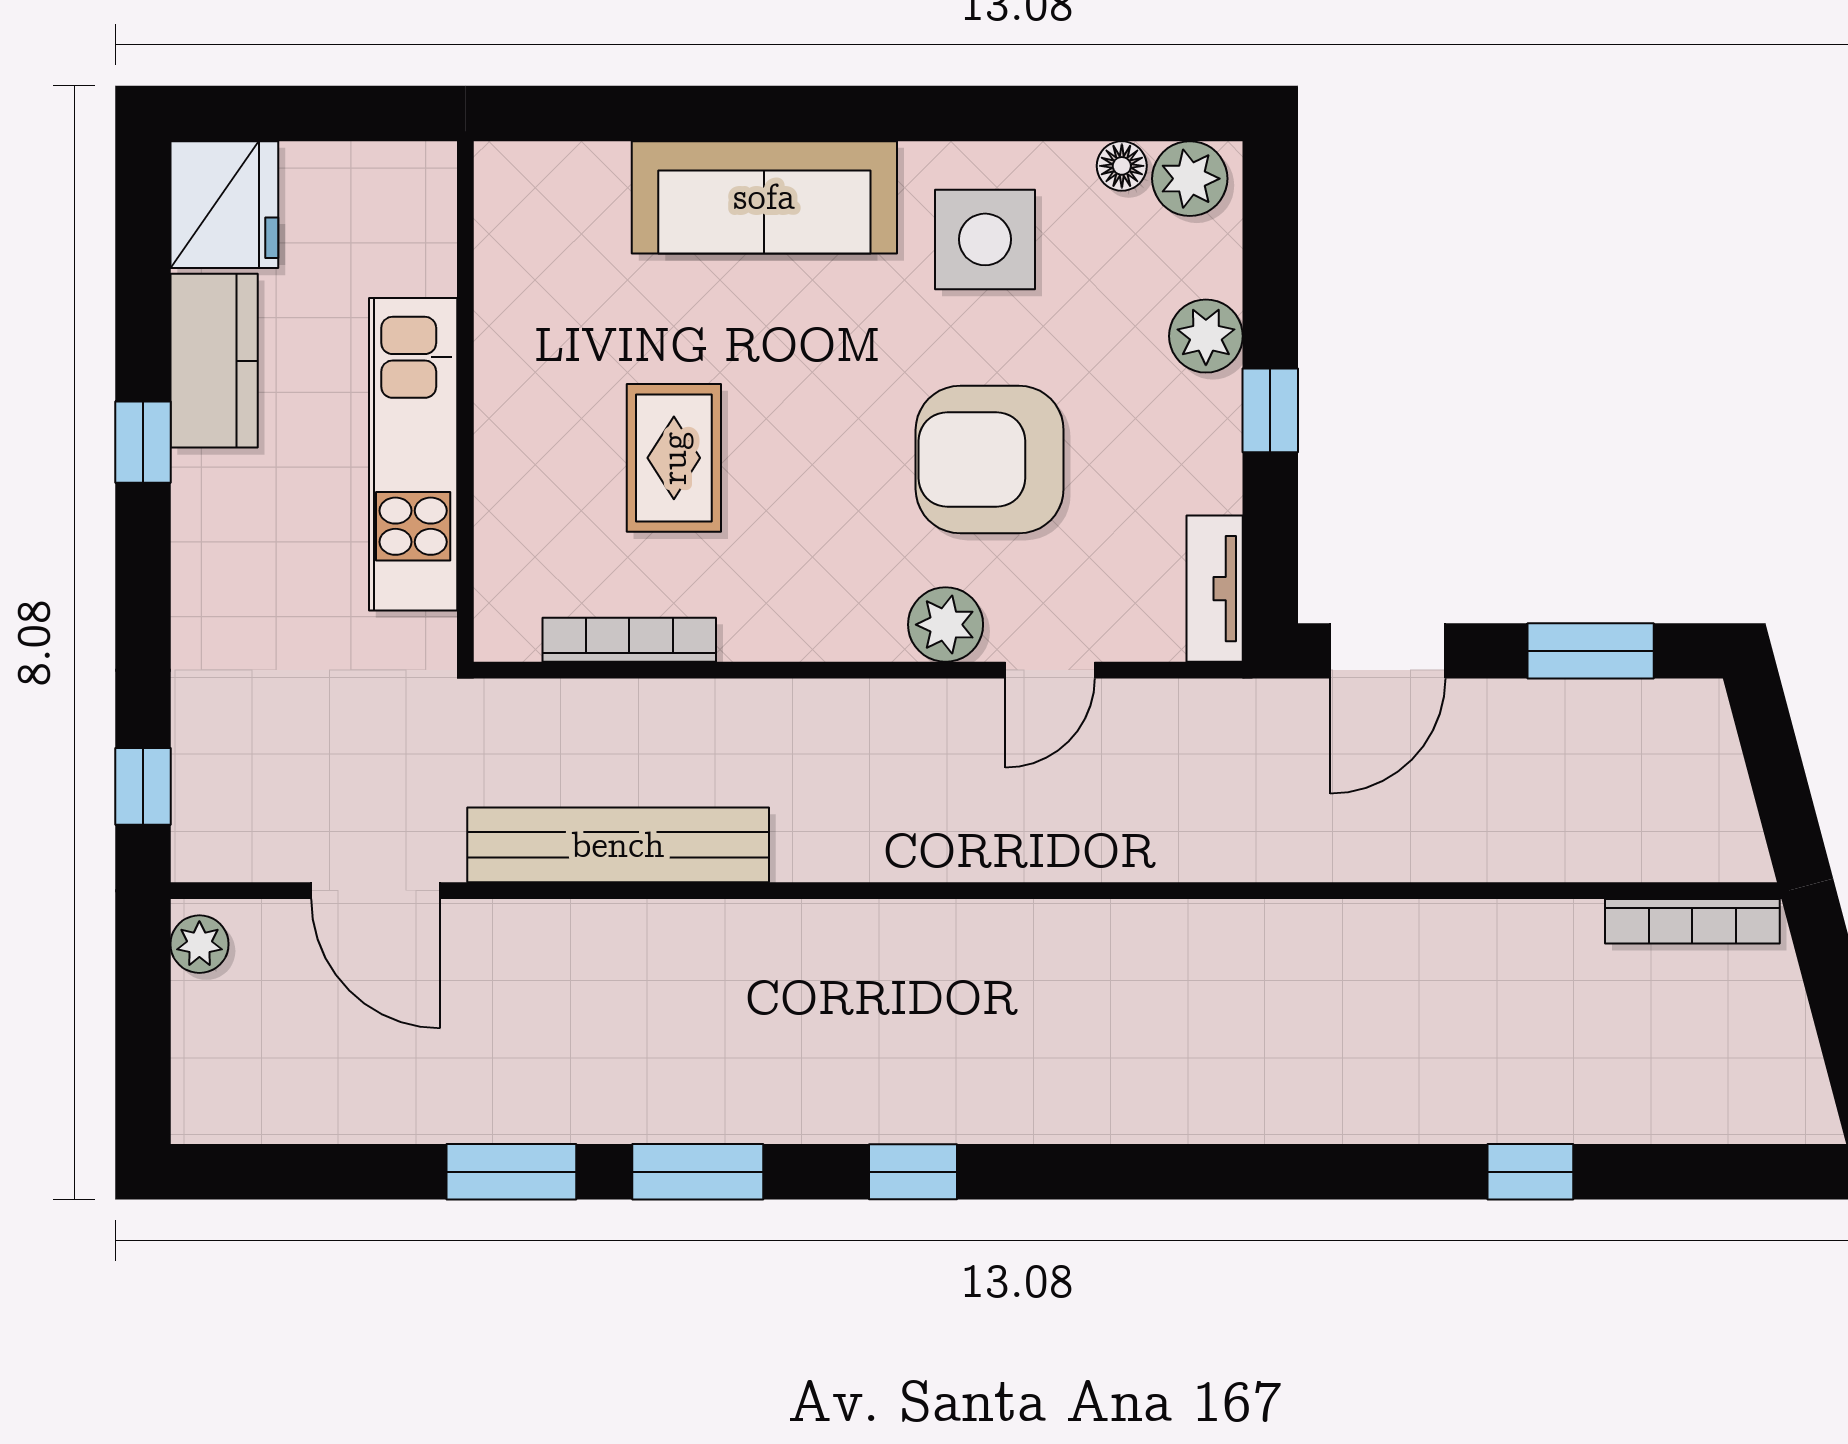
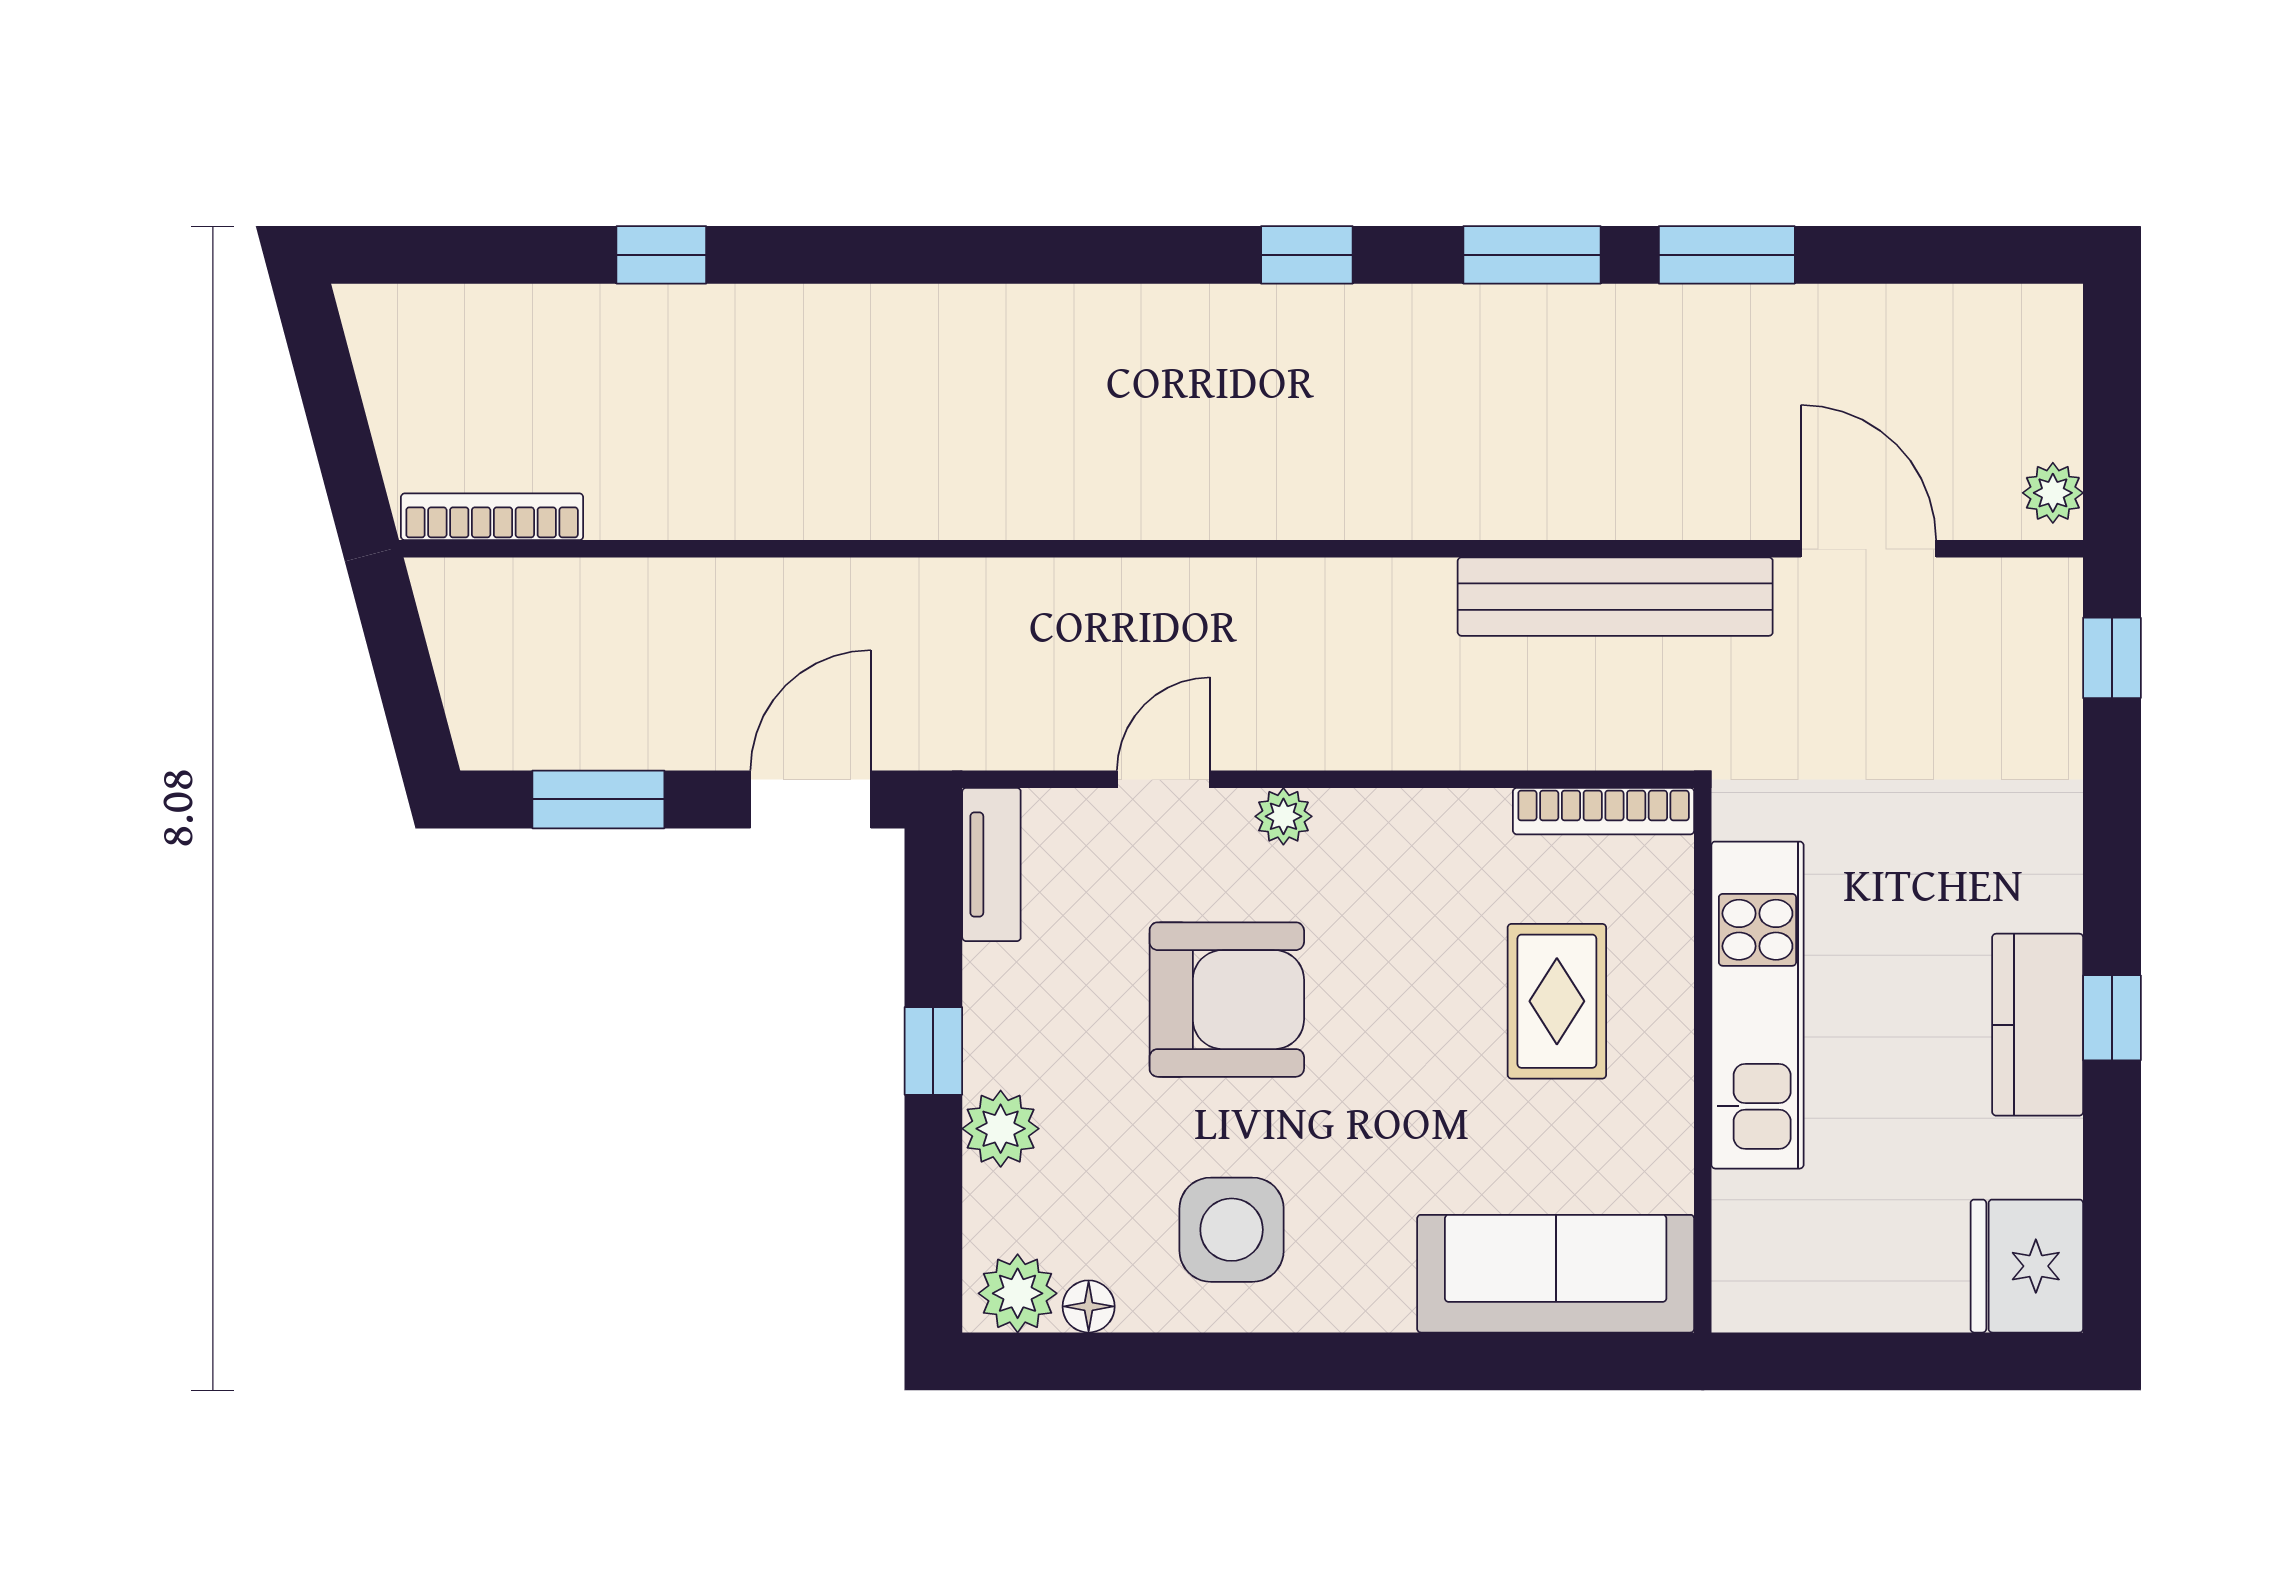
sofa: (764, 197) -> (1556, 1274), moved
kitchen counter: (214, 361) -> (2038, 1025), moved
wall: (465, 401) -> (1703, 1060), moved
kitchen unit: (413, 454) -> (1757, 1005), moved
plant: (946, 625) -> (1283, 816), width x0.73, depth x0.73

